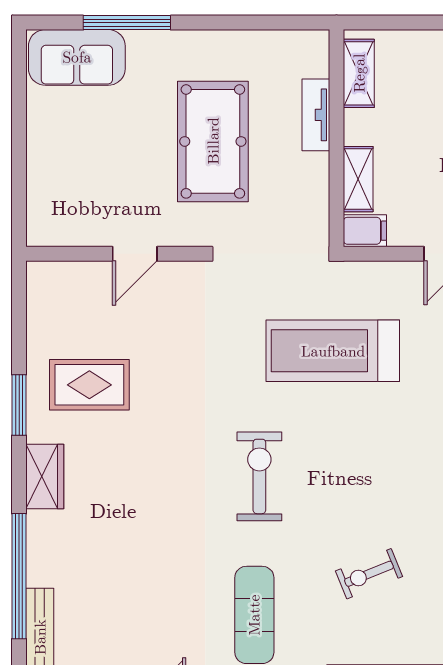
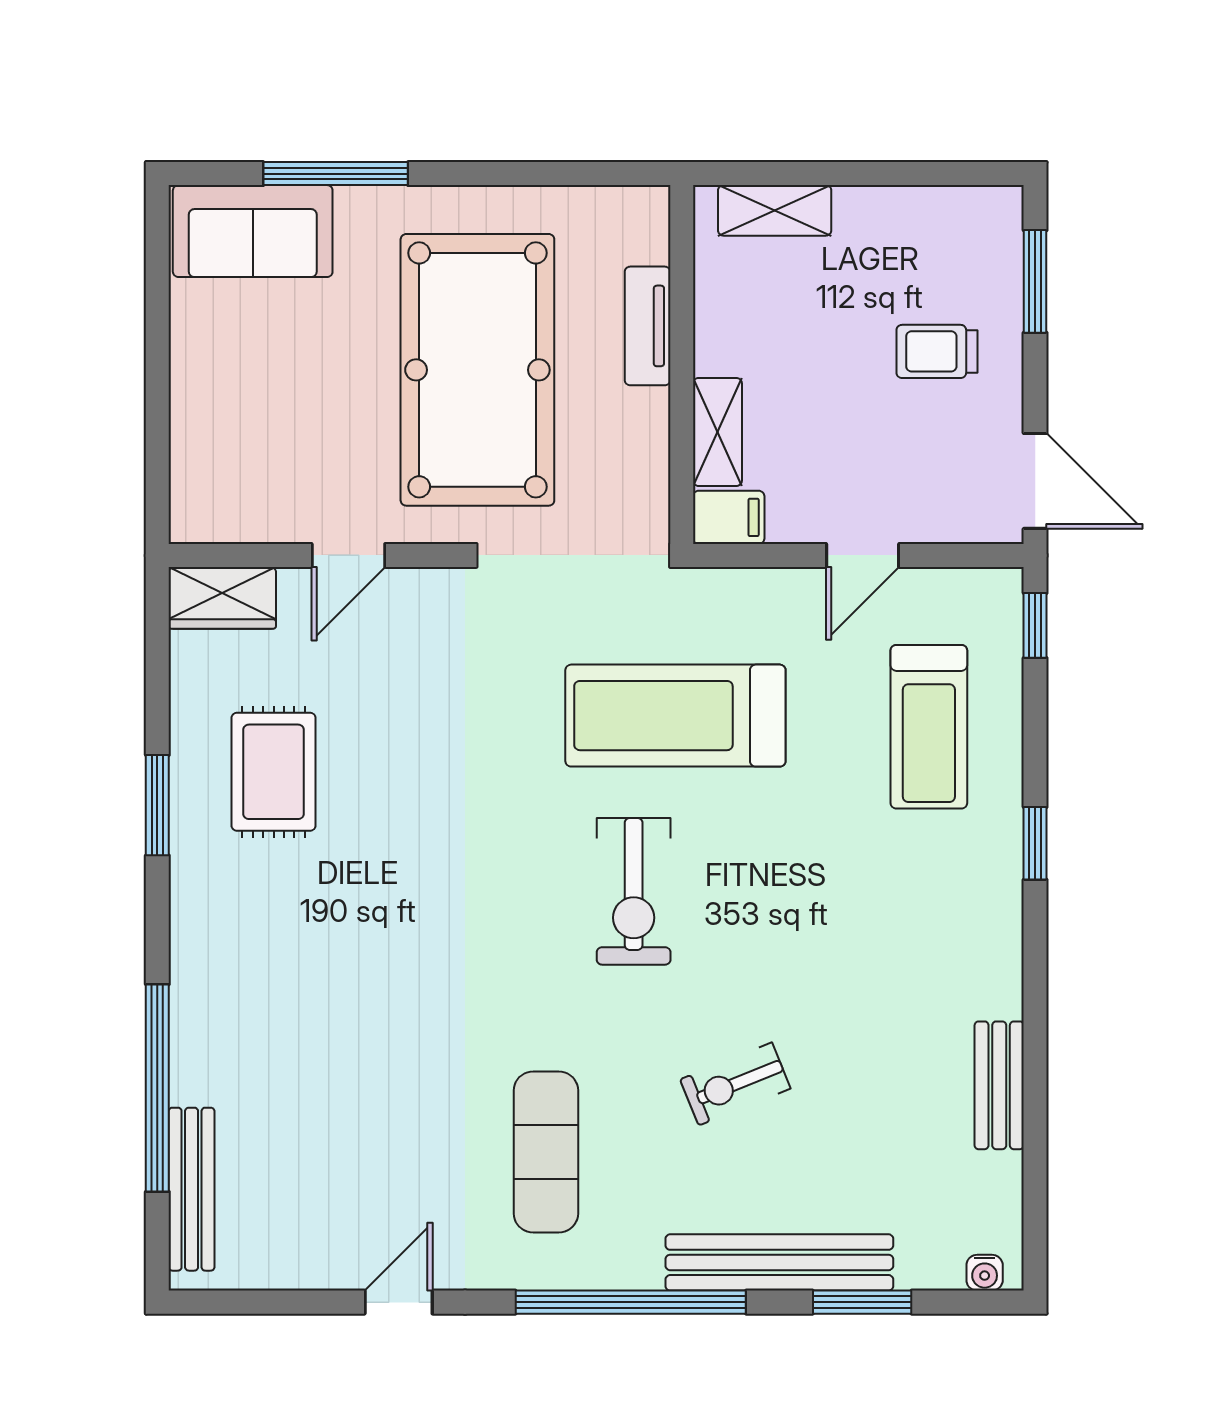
shelving: (359, 73) -> (775, 210), moved, turned 90
pool table: (213, 141) -> (477, 370), width x1.36, depth x1.32
rug: (89, 385) -> (274, 772), turned 90
wardrobe: (45, 476) -> (222, 598), moved, turned 90
exercise bike: (259, 476) -> (634, 891), moved, turned 180

